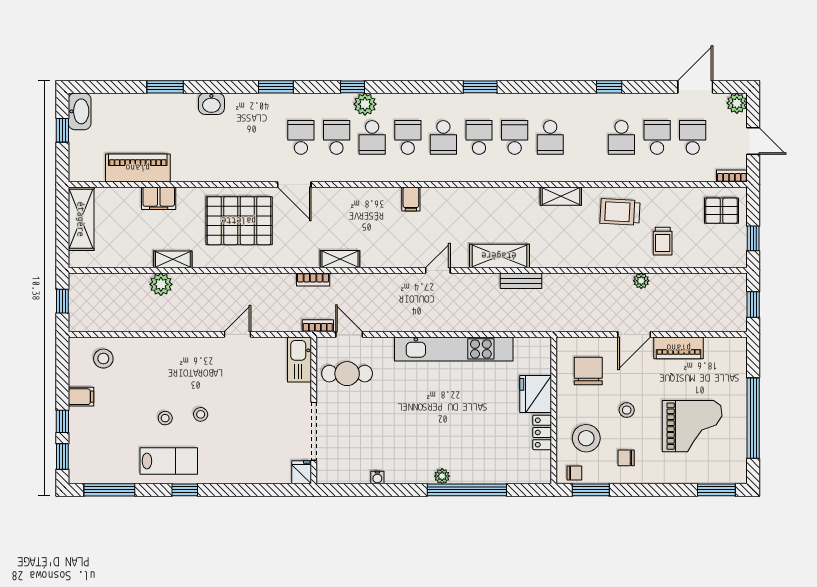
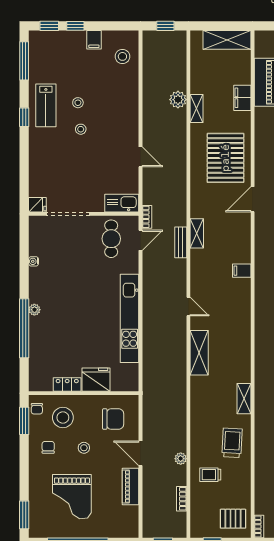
filing cabinet: (411, 199) -> (242, 271), moved
pallet: (722, 211) -> (233, 519), turned 90
bookcase: (313, 279) -> (182, 499), moved
bench: (521, 281) -> (181, 242), moved

